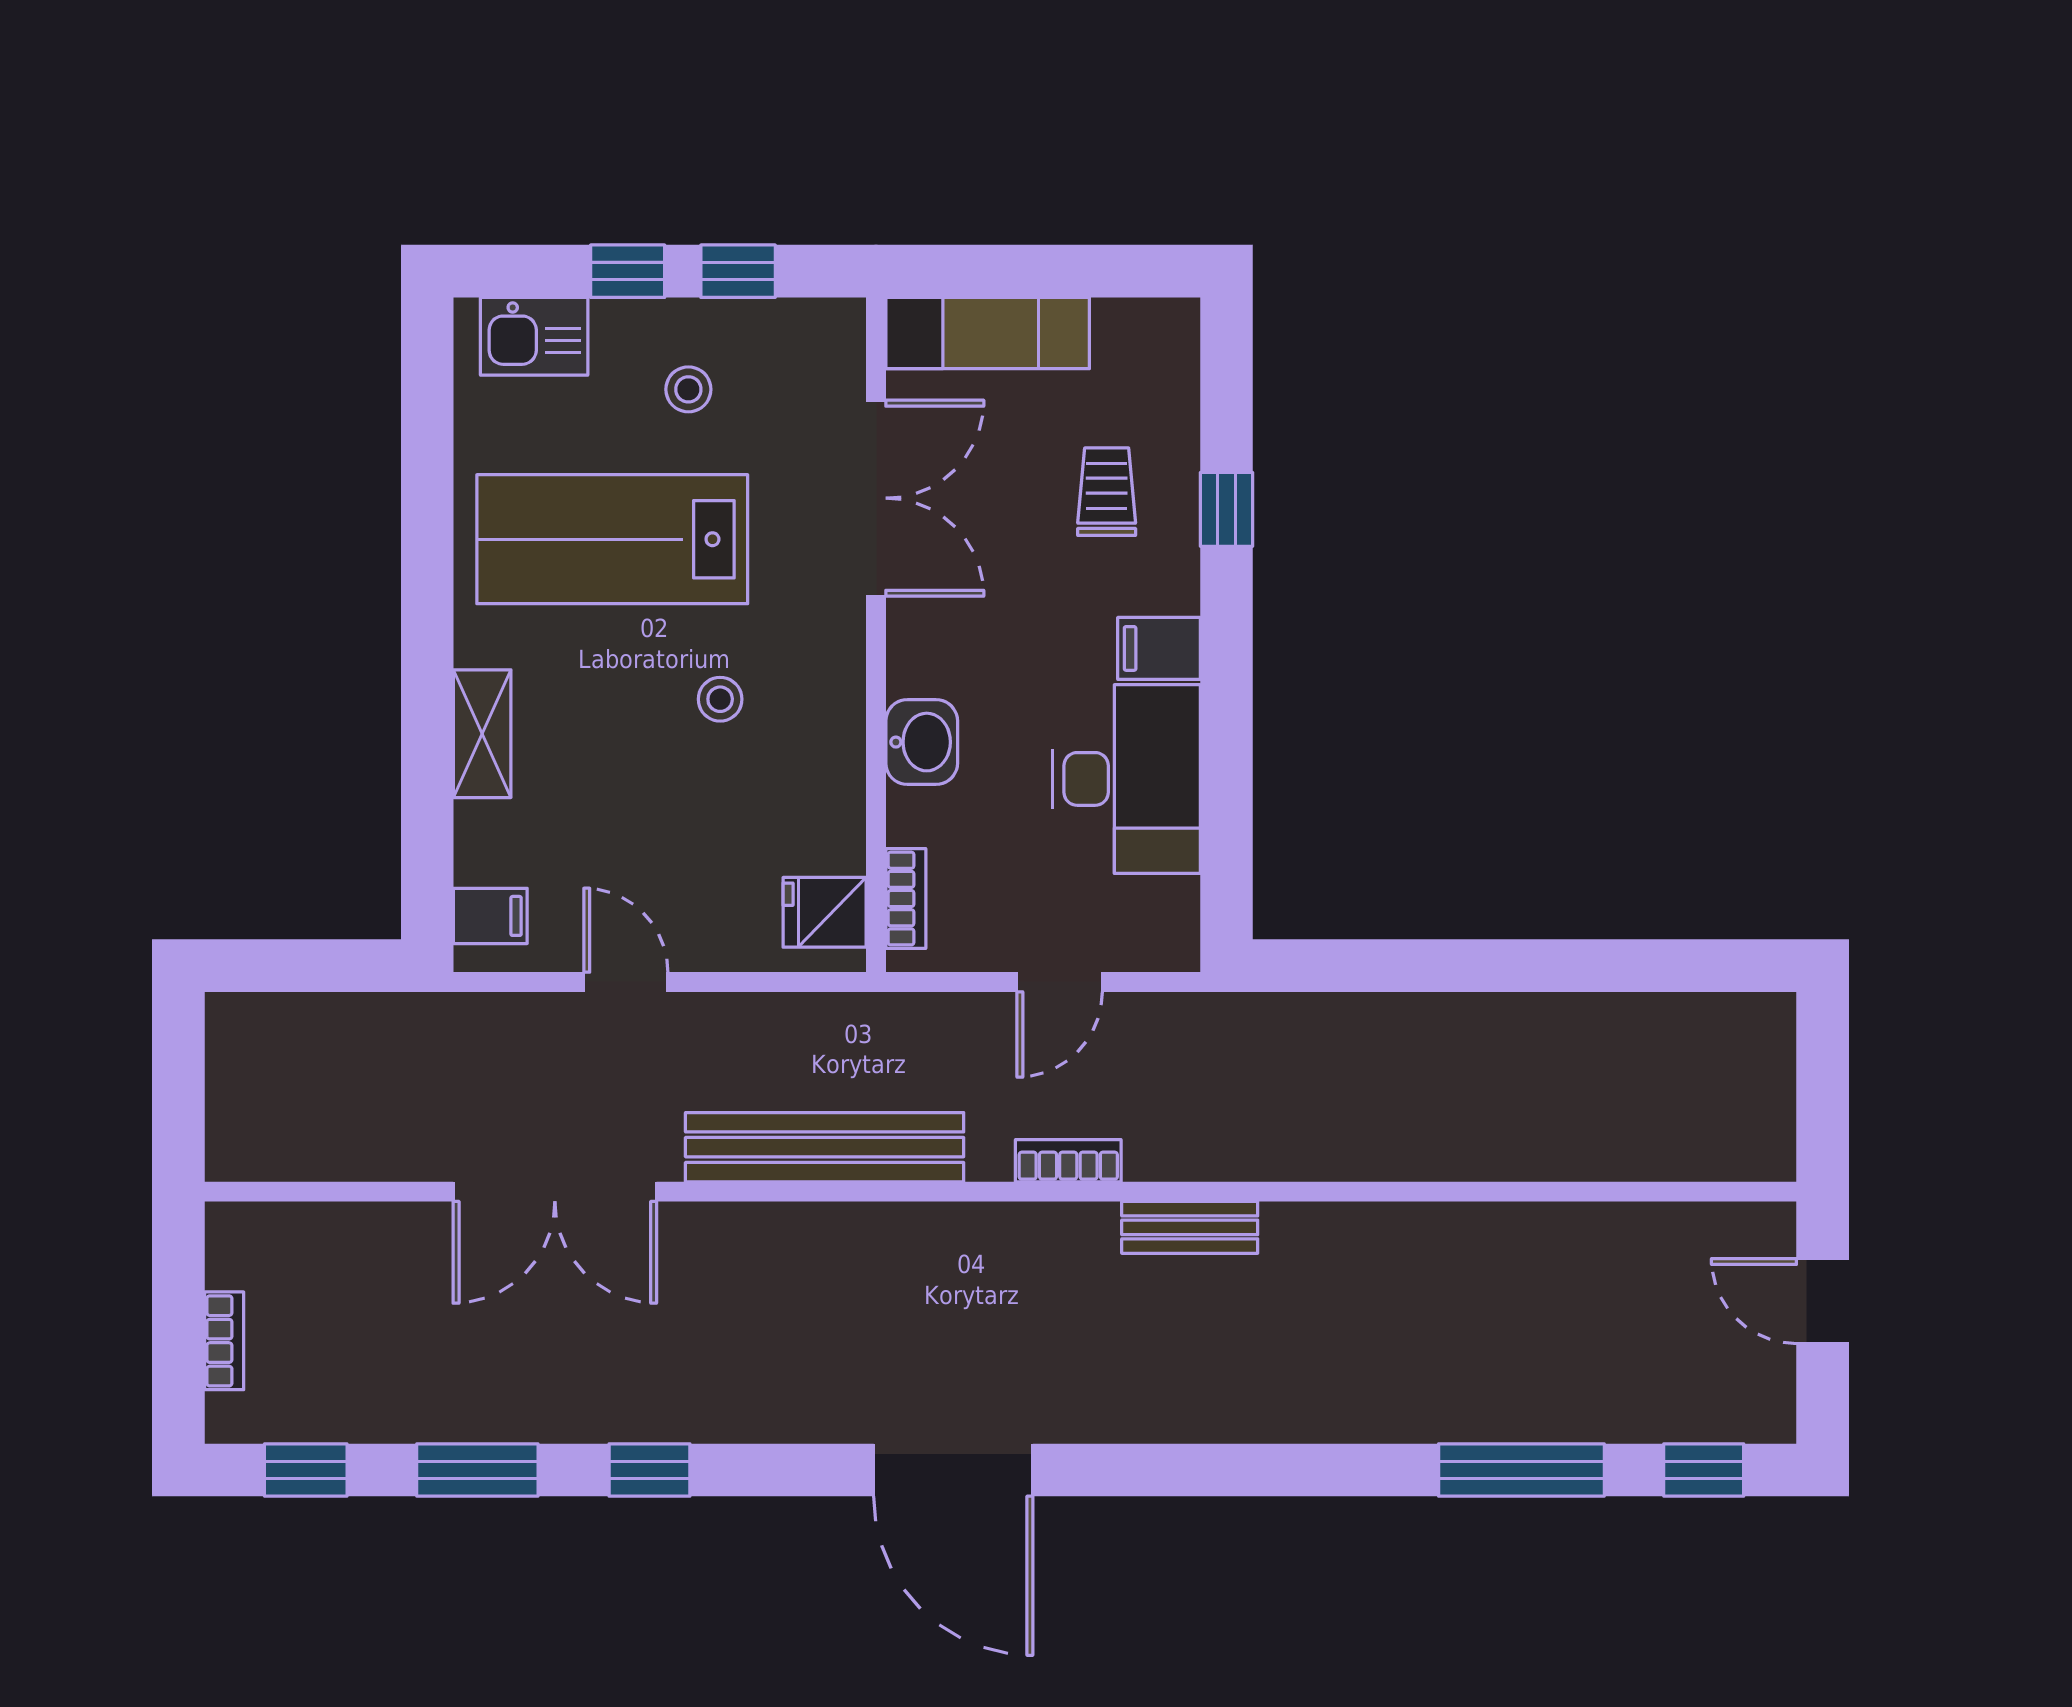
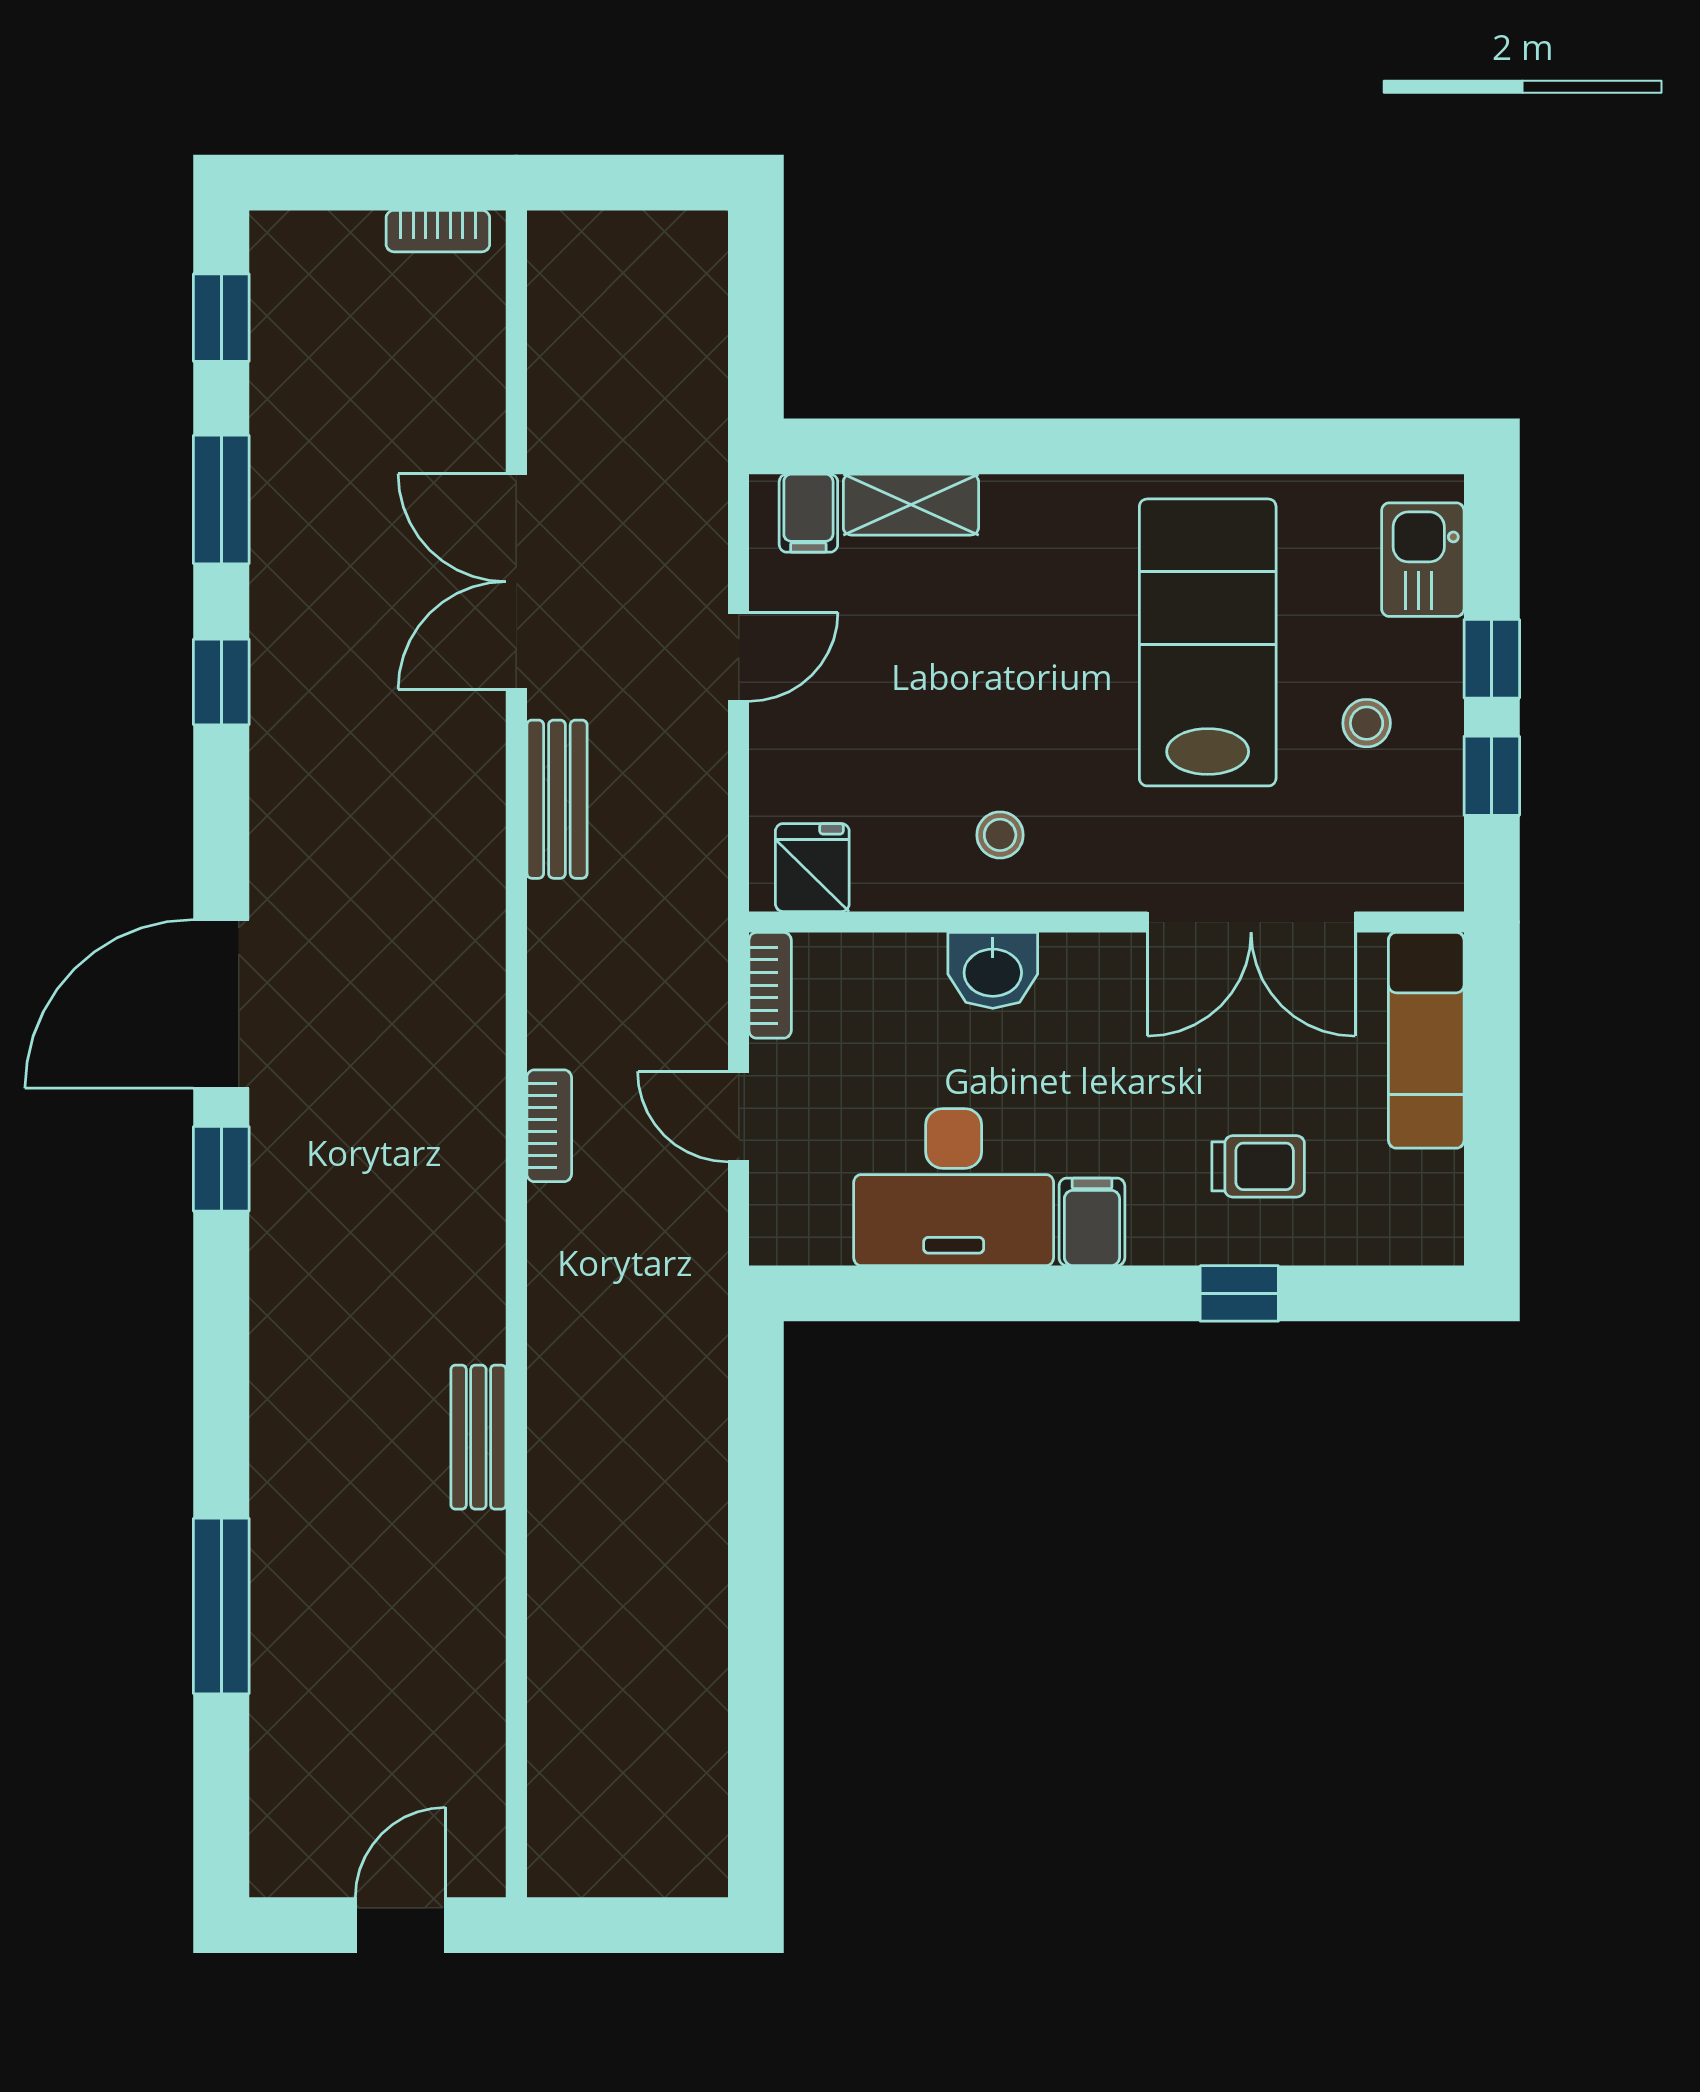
stool: (720, 699) -> (1000, 835), moved
shelving: (482, 734) -> (911, 505), moved
bookcase: (906, 899) -> (770, 985), moved, turned -90
bench: (825, 1147) -> (557, 799), width x0.54, depth x0.82
bench: (1190, 1227) -> (478, 1437), moved
bookcase: (224, 1341) -> (438, 231), moved
window: (1704, 1470) -> (221, 1169), moved

